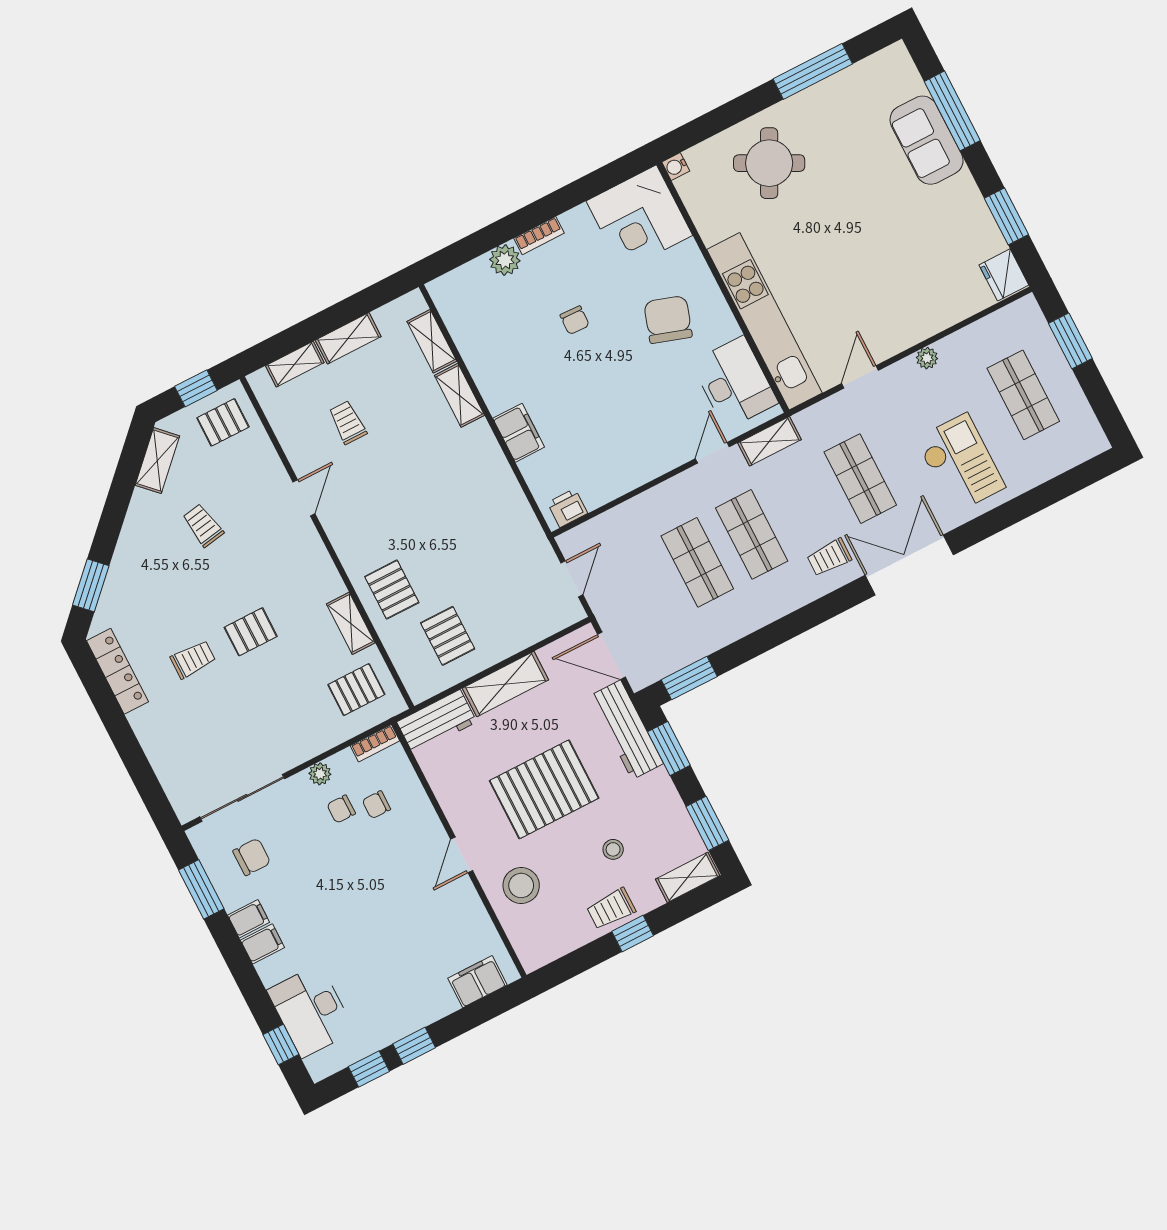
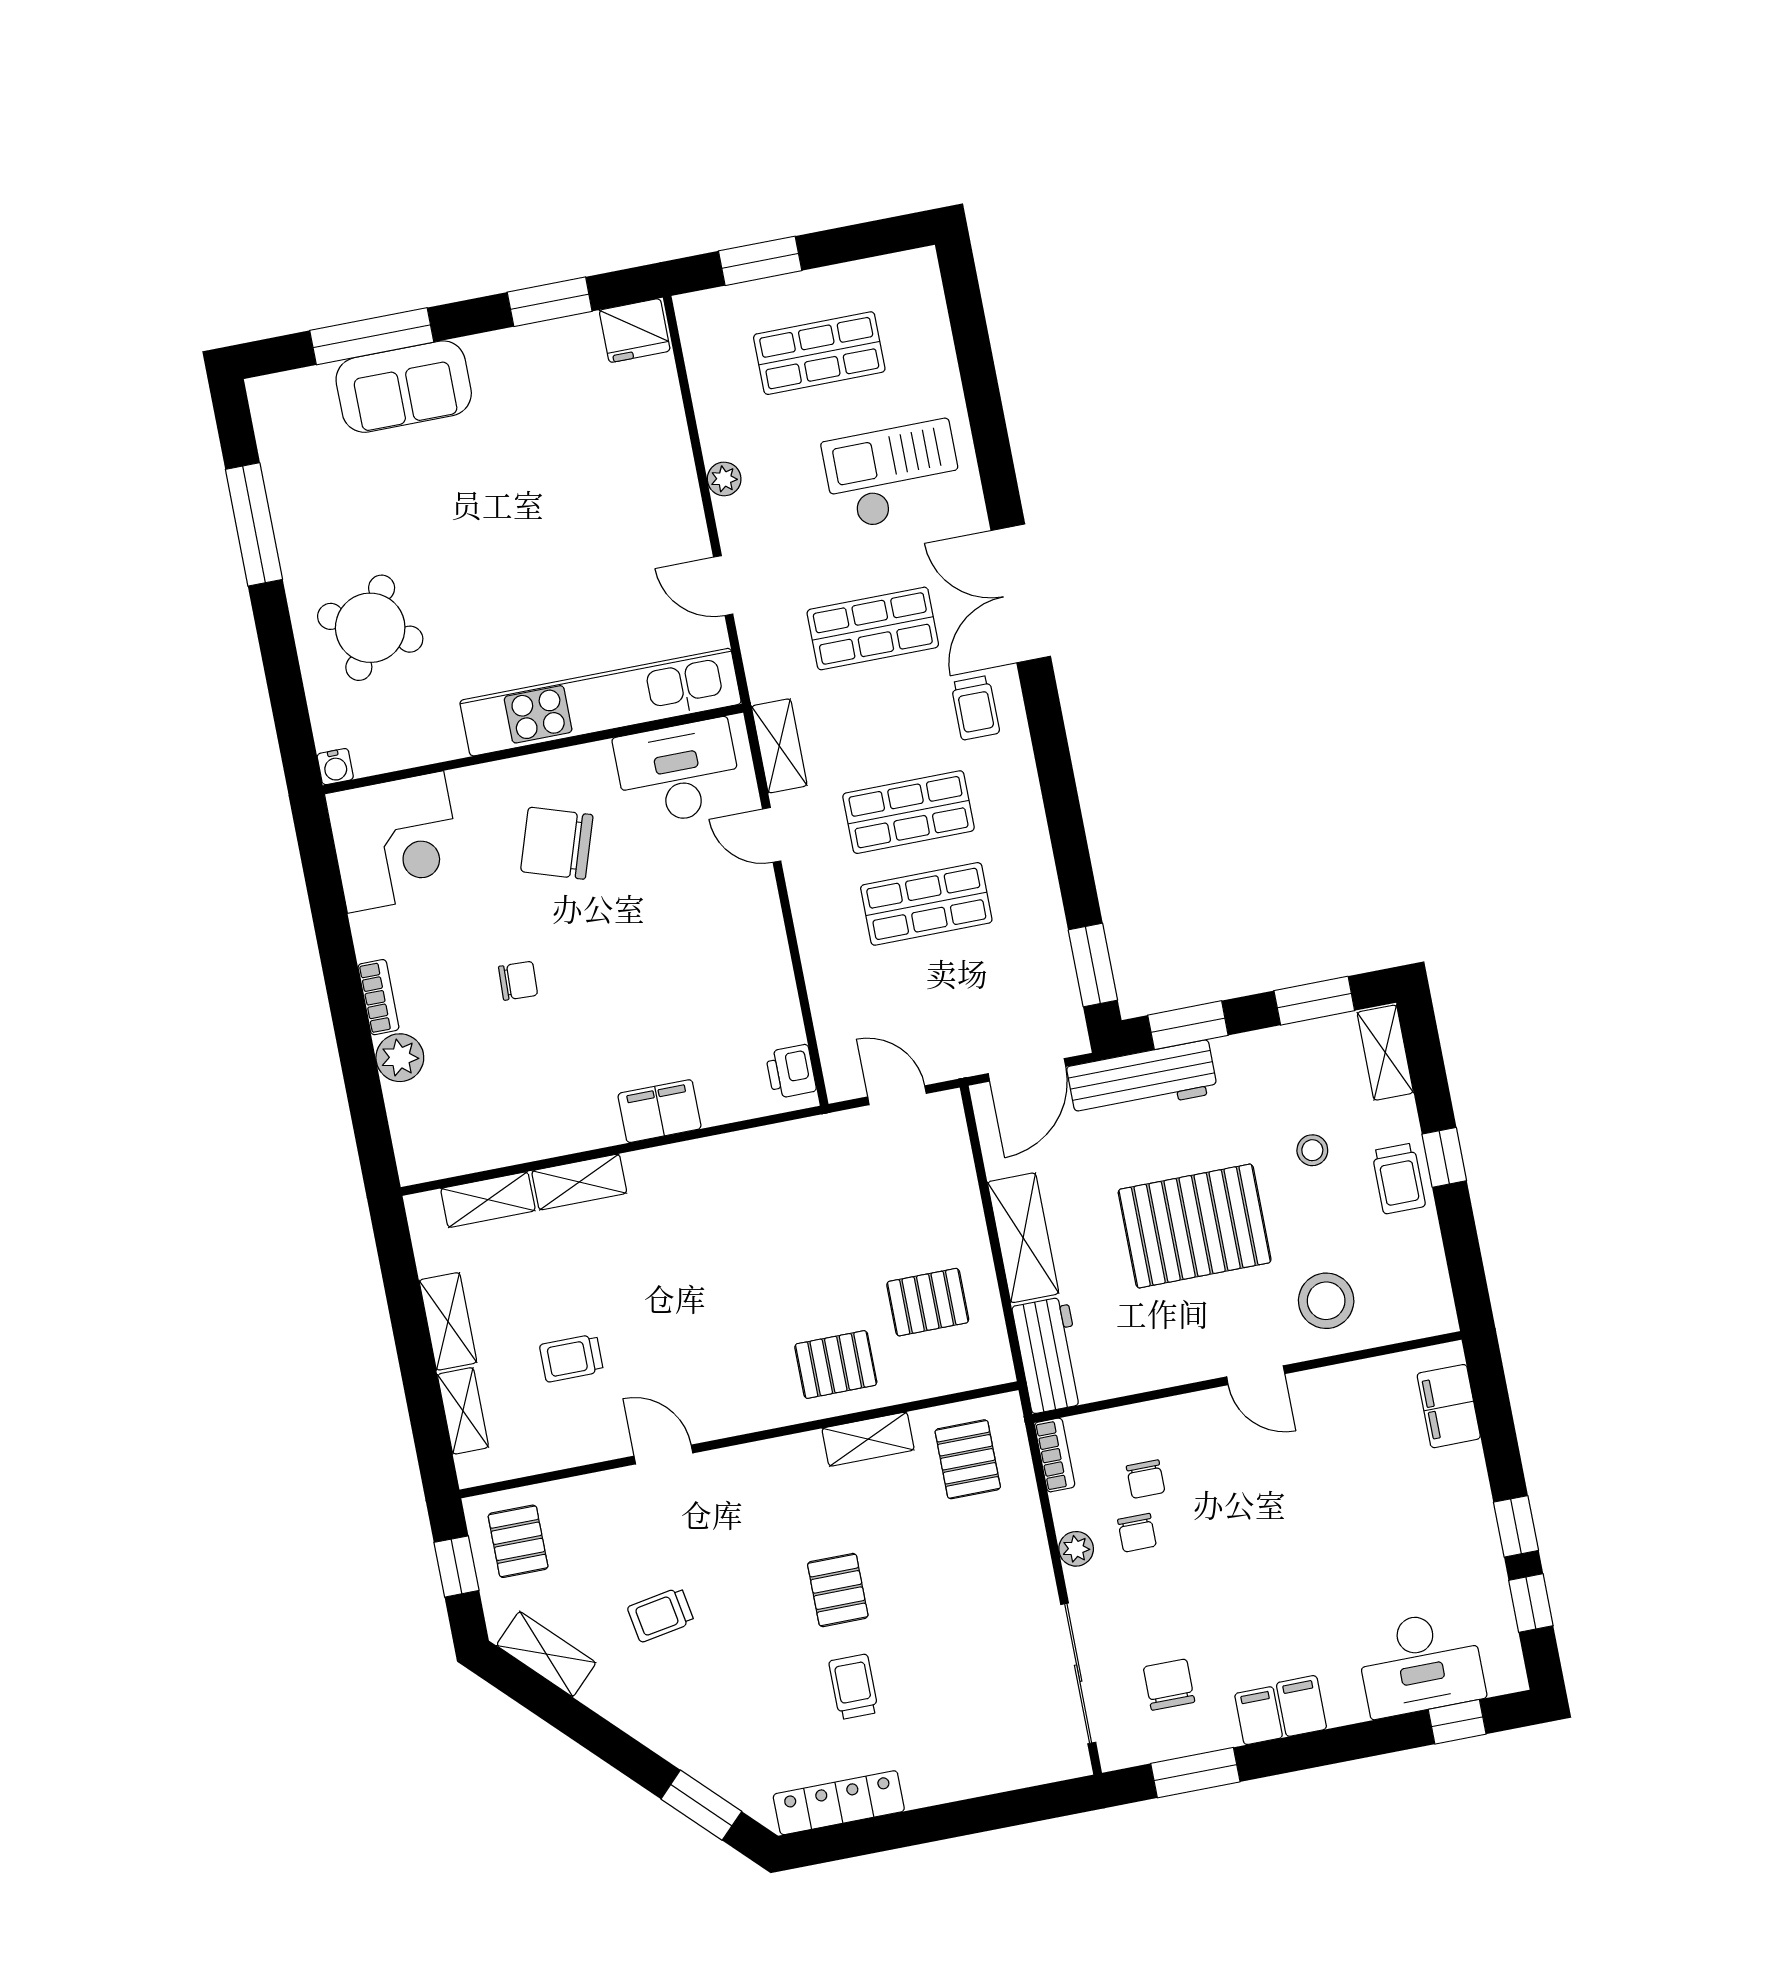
pallet: (544, 789) -> (1195, 1226), turned 90

